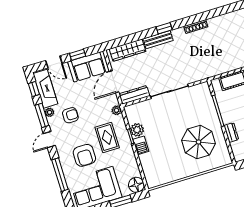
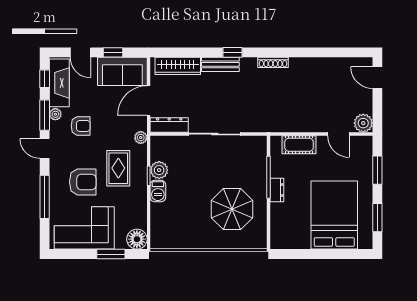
dresser: (231, 132) -> (277, 190), moved
door: (49, 140) -> (45, 149), hinge flipped
armchair: (84, 155) -> (83, 182), turned -90

